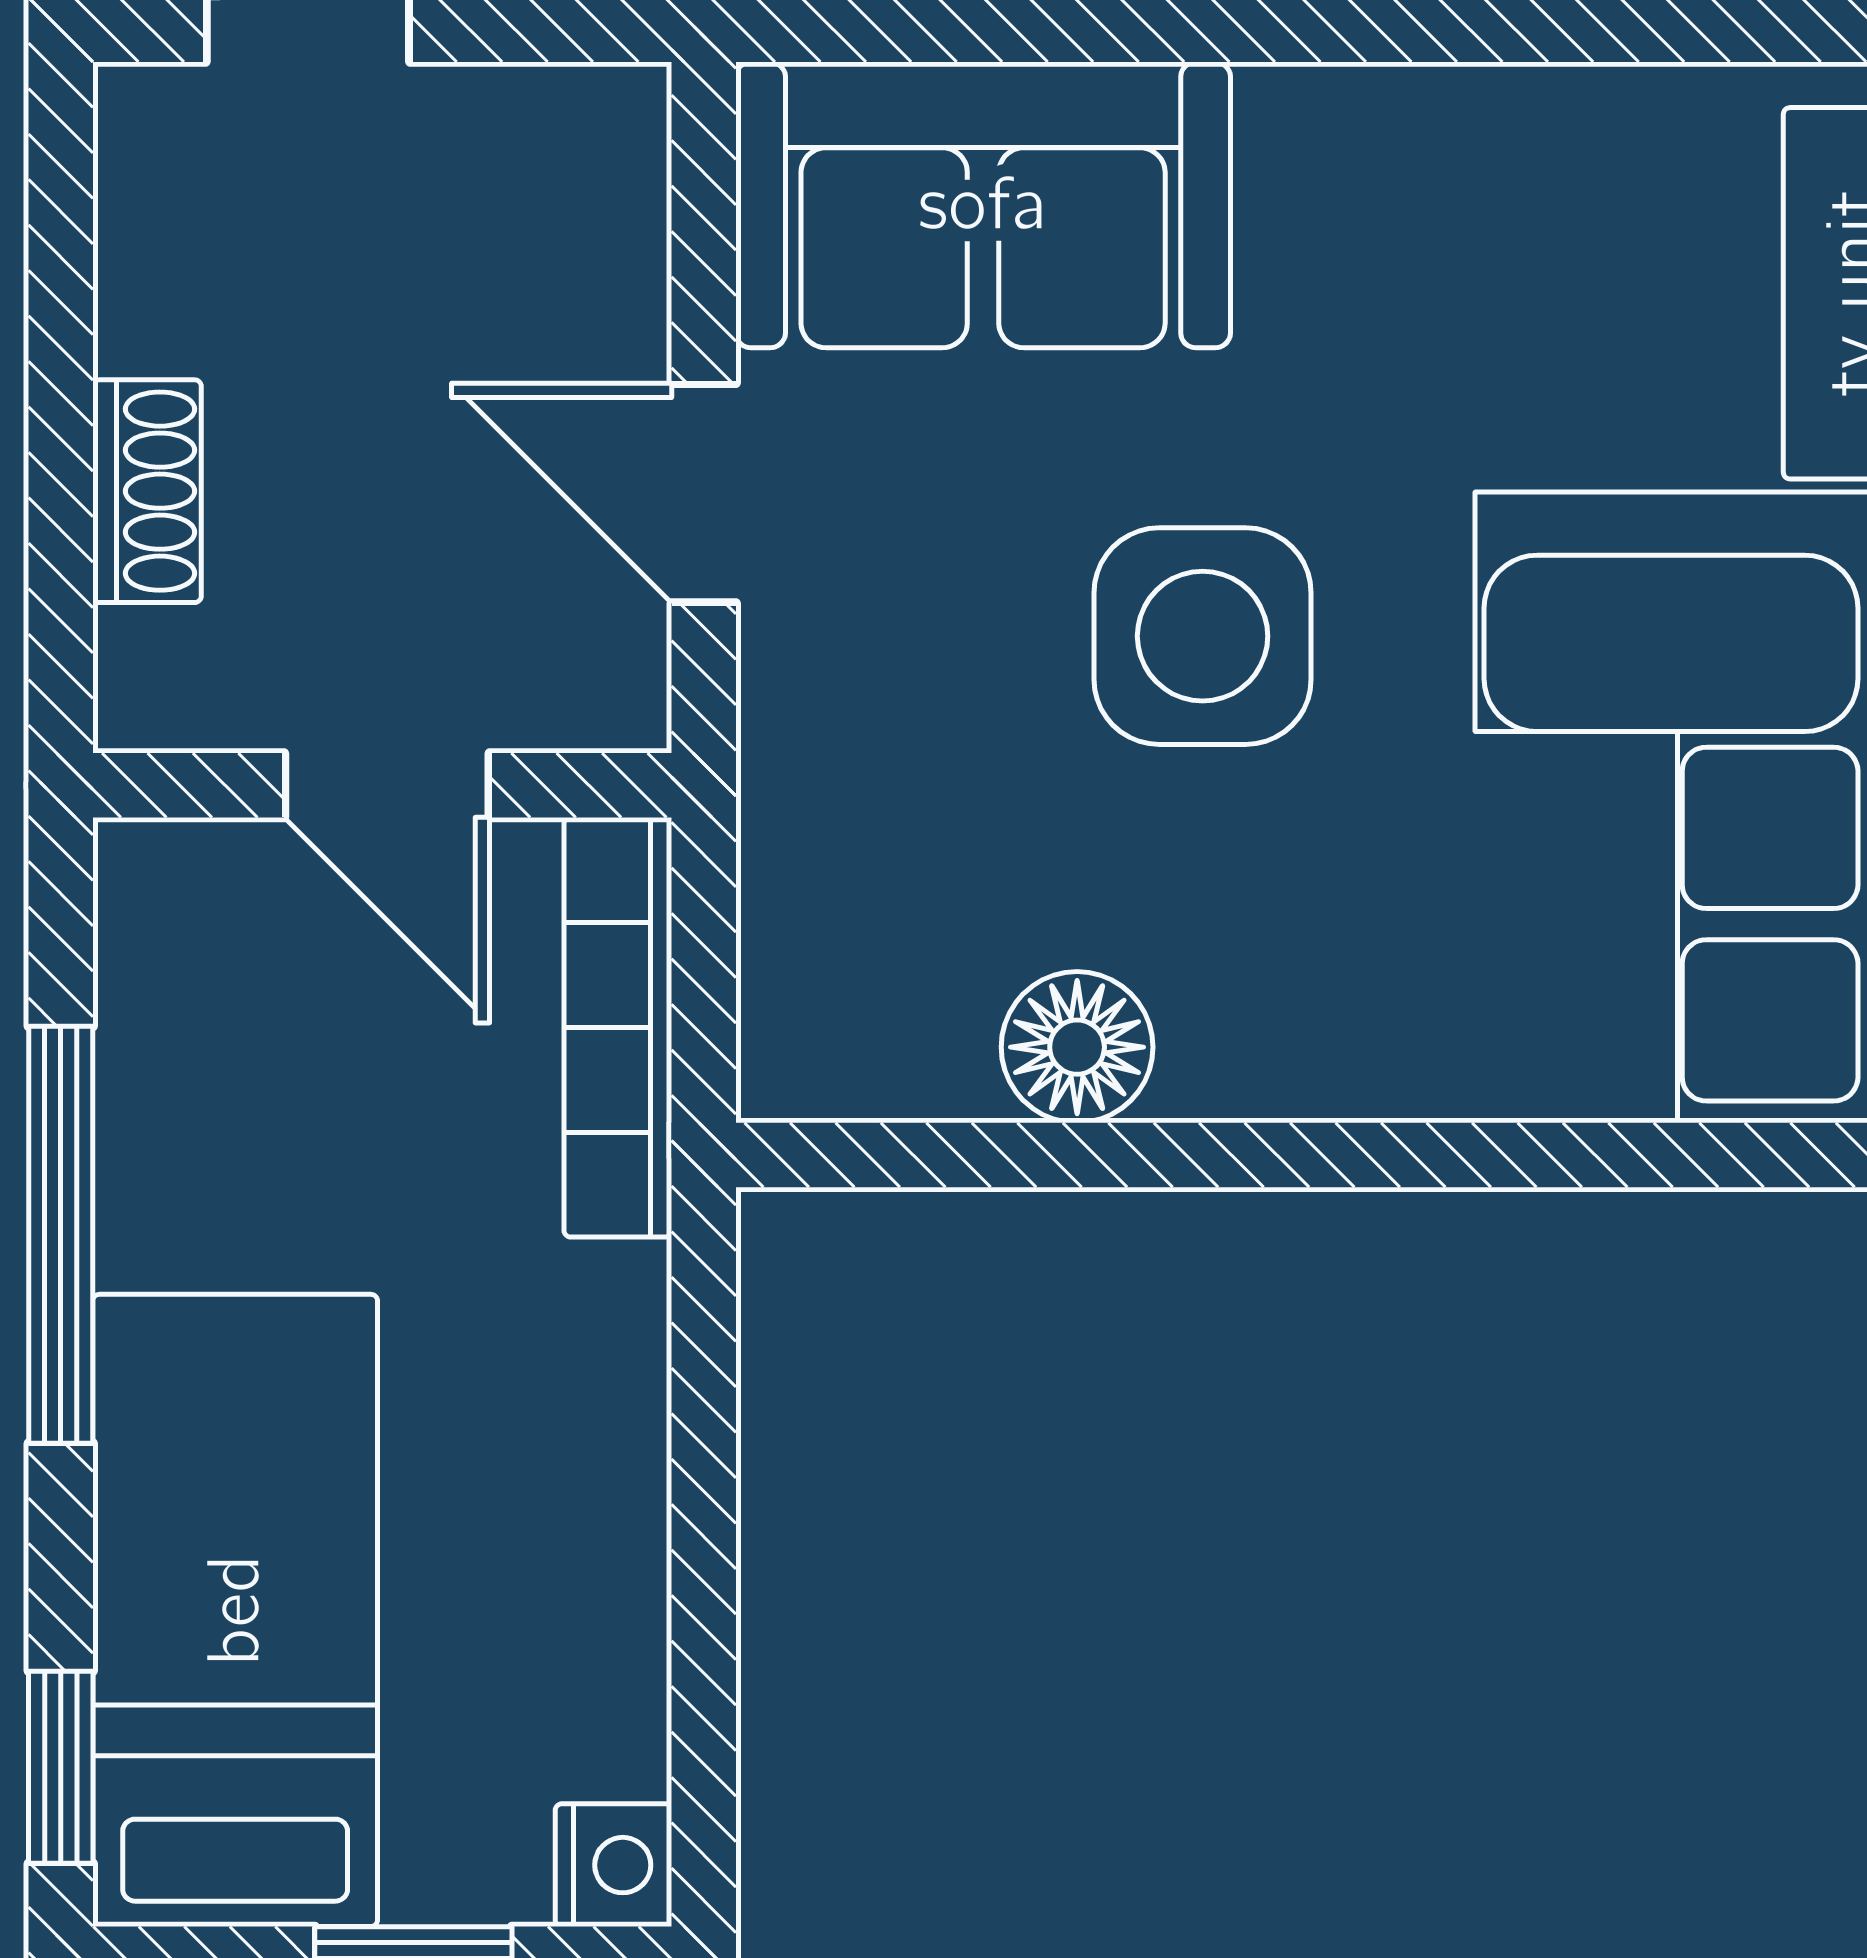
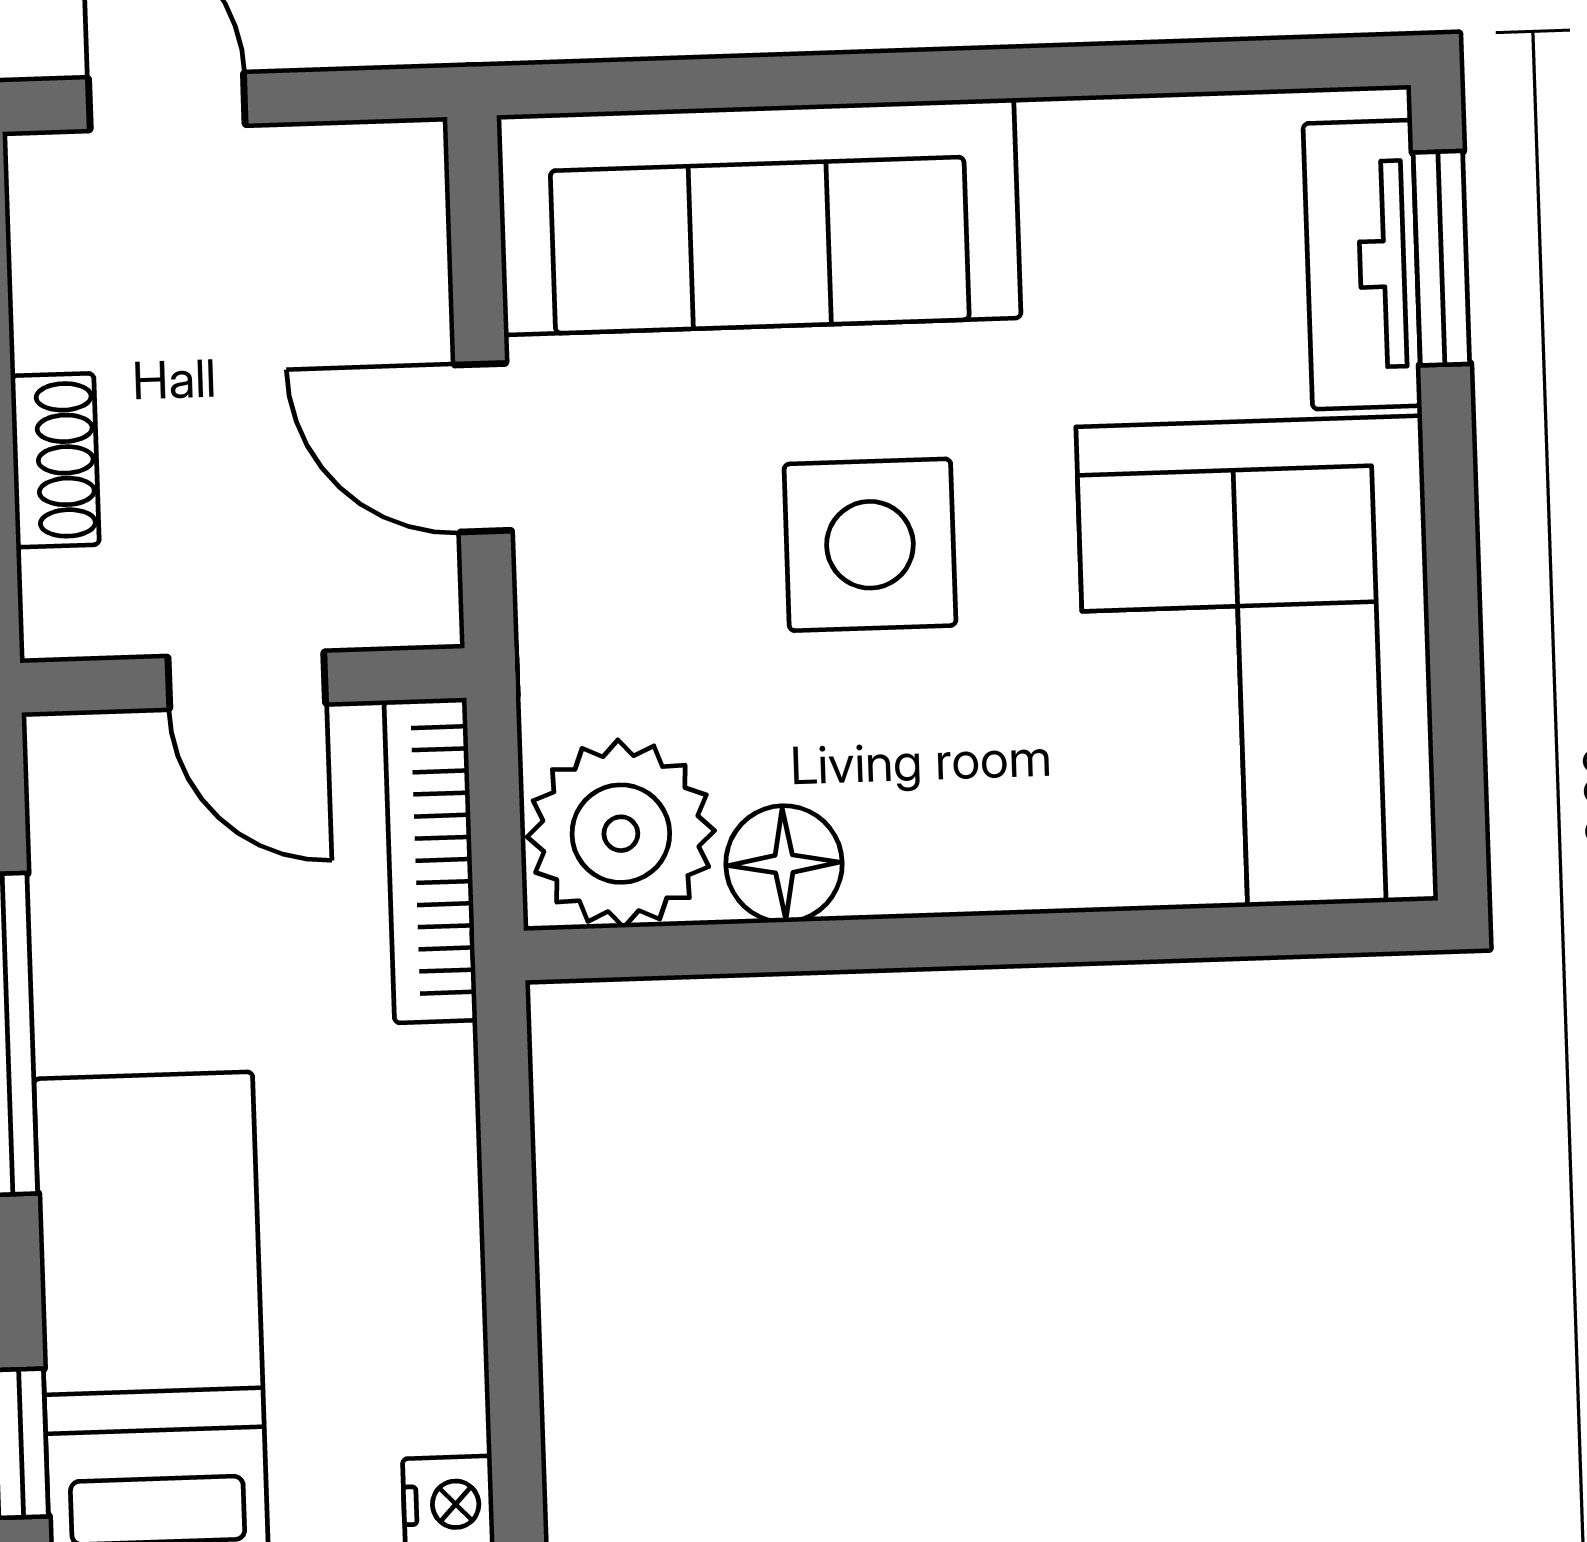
sofa: (983, 205) -> (759, 217), width x1.36
plant: (866, 1001) -> (621, 834), added

